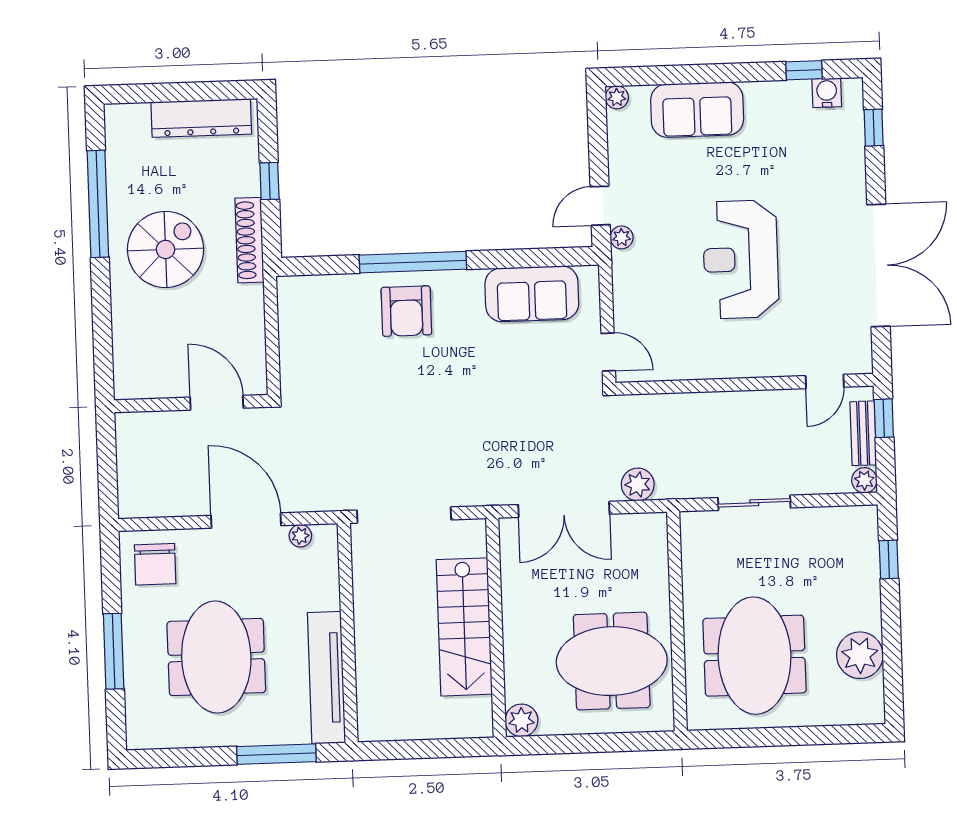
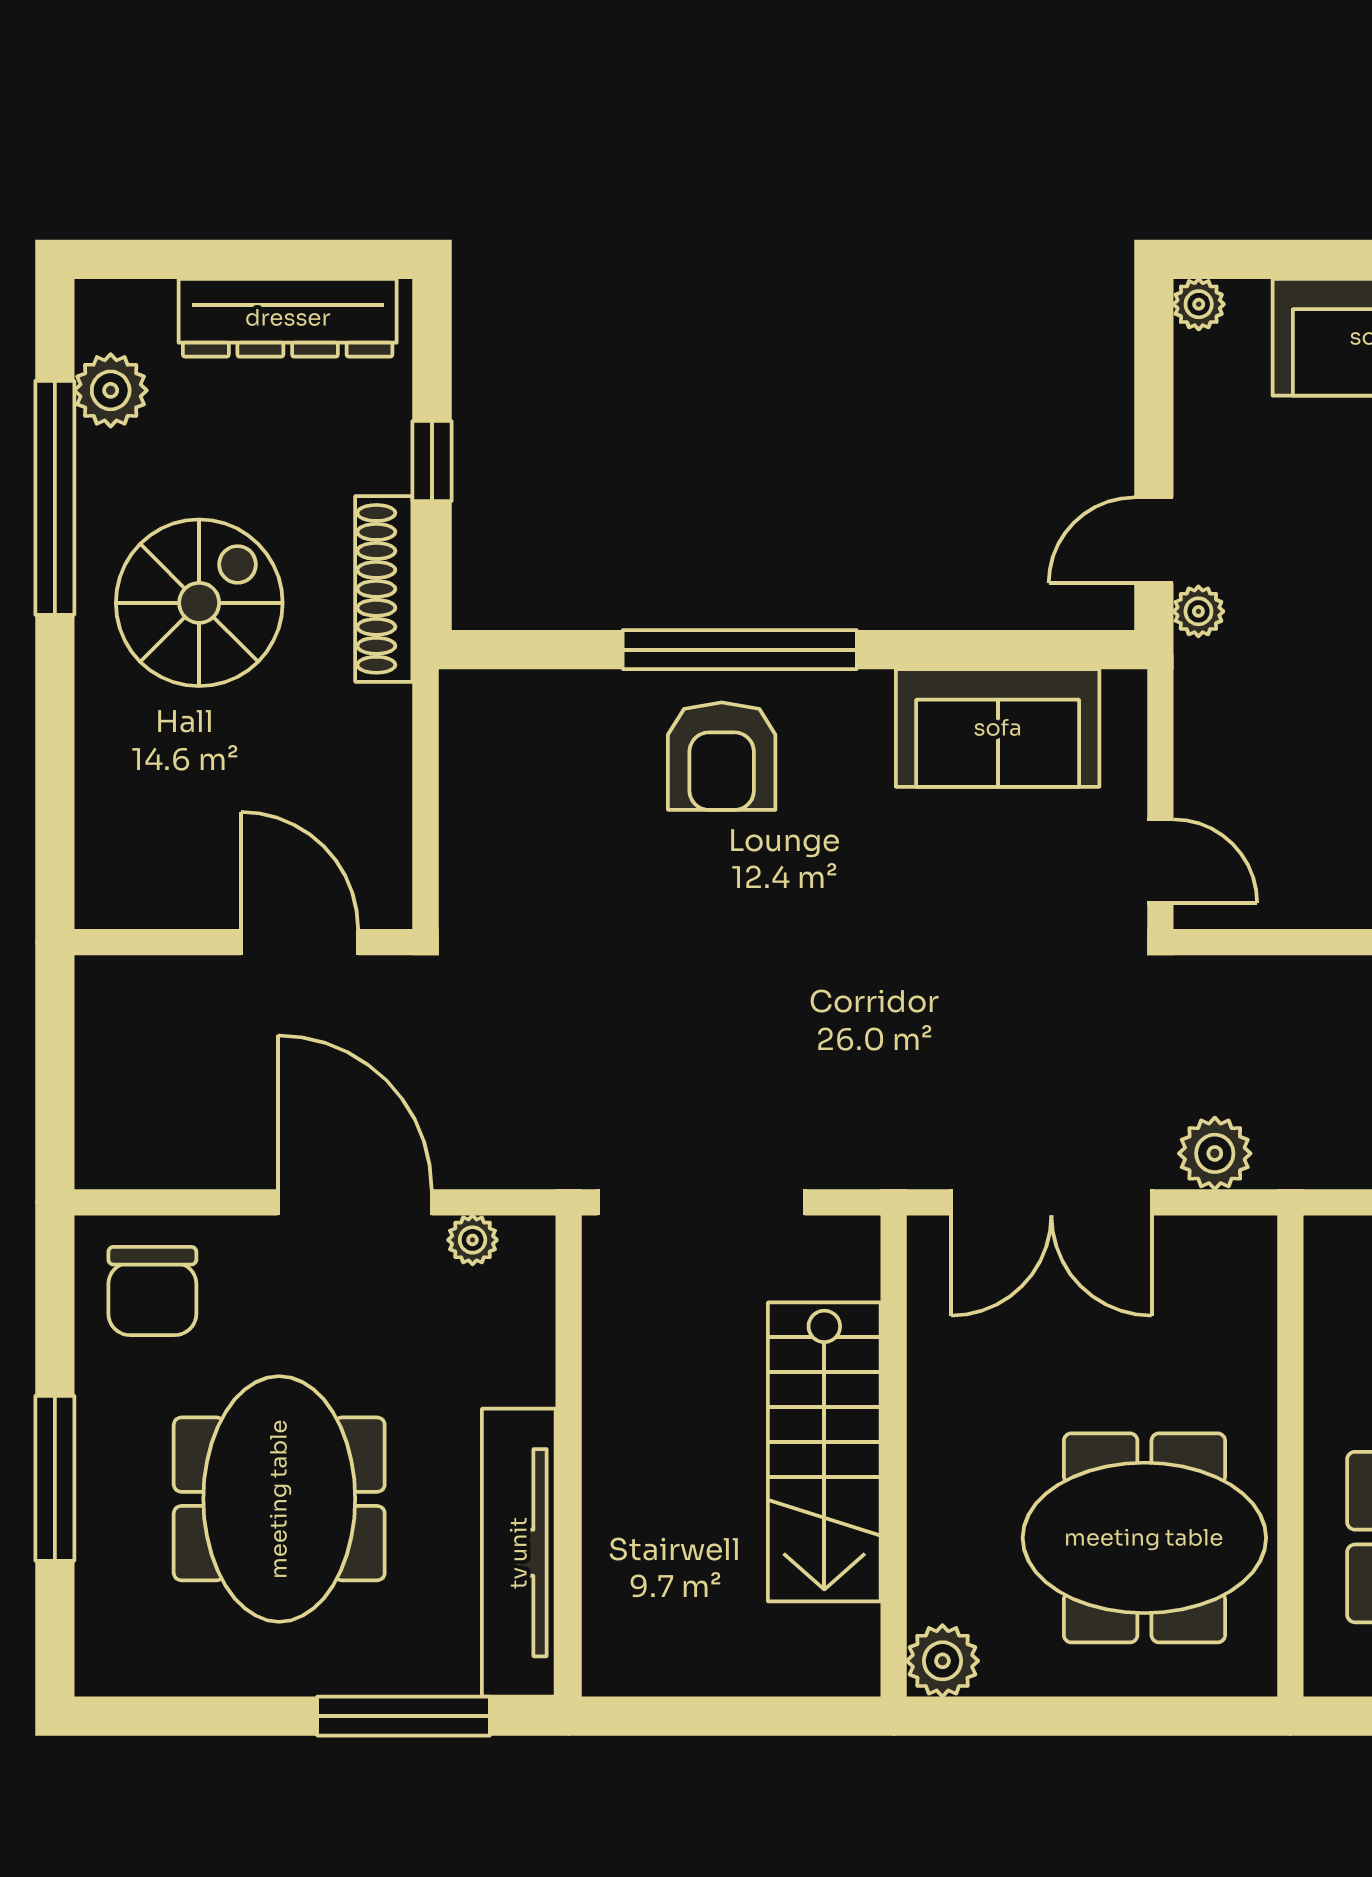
plant: (122, 154) -> (111, 390), added

